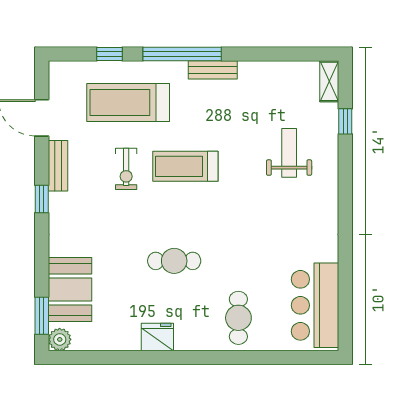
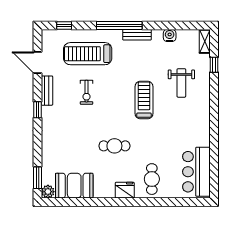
window: (109, 54) -> (64, 25), moved
water cooler: (269, 71) -> (170, 35), added
weight bench: (289, 153) -> (181, 83), turned 180
treadmill: (185, 166) -> (144, 100), moved, turned 90
booth: (70, 289) -> (74, 186), moved, turned 90
fridge: (157, 337) -> (125, 190), moved

